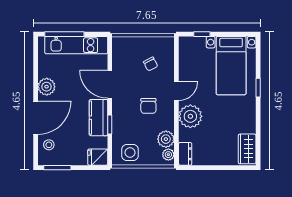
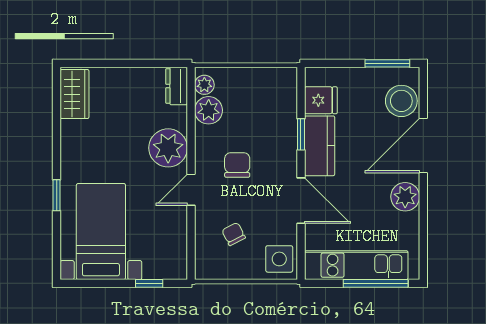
stool: (49, 145) -> (401, 101), width x1.89, depth x1.89
side table: (130, 153) -> (279, 259), moved
fridge: (98, 157) -> (321, 100), moved

